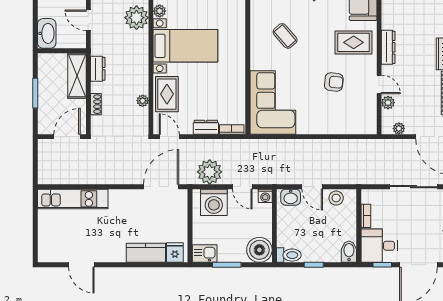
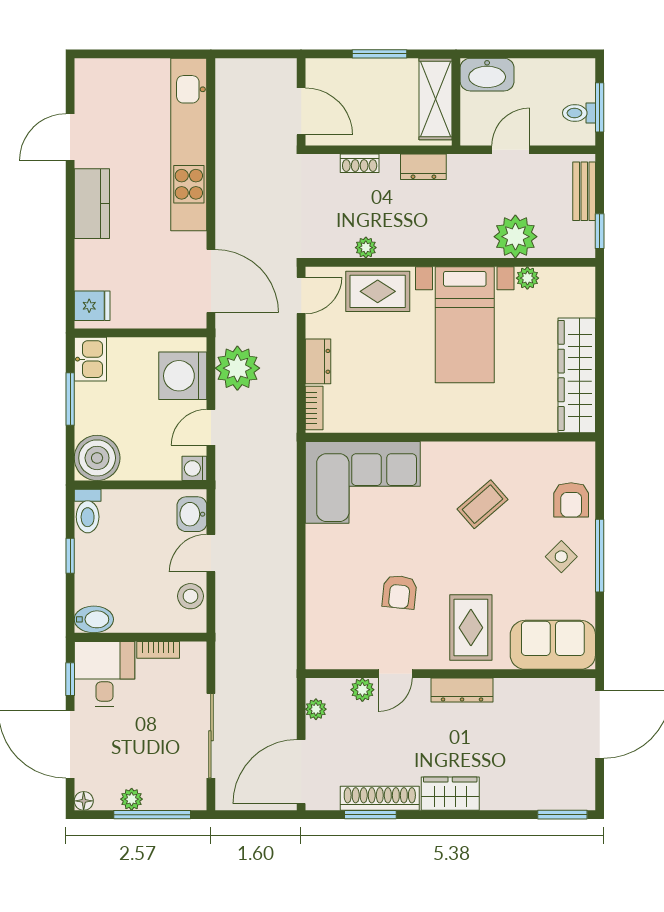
shelving: (77, 76) -> (435, 99), moved, turned 90
kitchen unit: (73, 199) -> (189, 145), width x1.36
kitchen counter: (146, 253) -> (92, 204), moved

